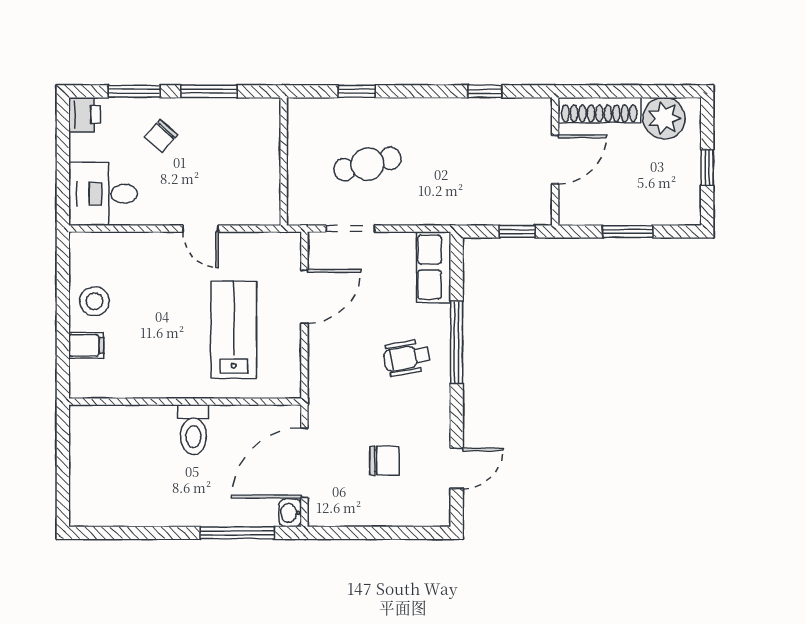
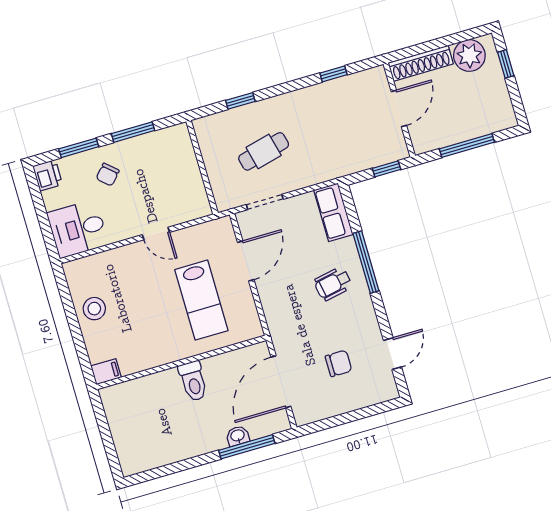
window: (707, 168) -> (506, 64), moved
window: (628, 232) -> (467, 146), width x1.44
lab bench: (234, 330) -> (201, 300), turned 180
filing cabinet: (86, 345) -> (106, 372), moved
washbasin: (290, 513) -> (238, 436), moved, turned 90

